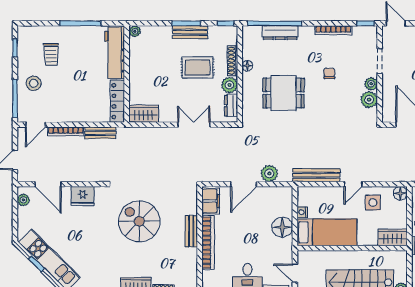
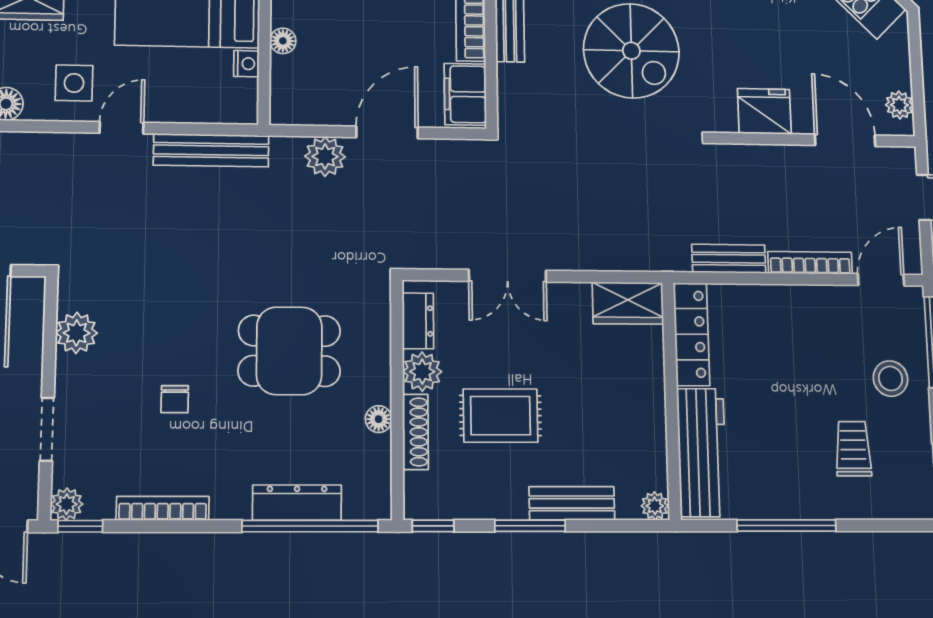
bench: (190, 32) -> (572, 503), moved
plant: (371, 84) -> (67, 504), moved
floor lamp: (282, 227) -> (283, 41), width x0.53, depth x0.53

